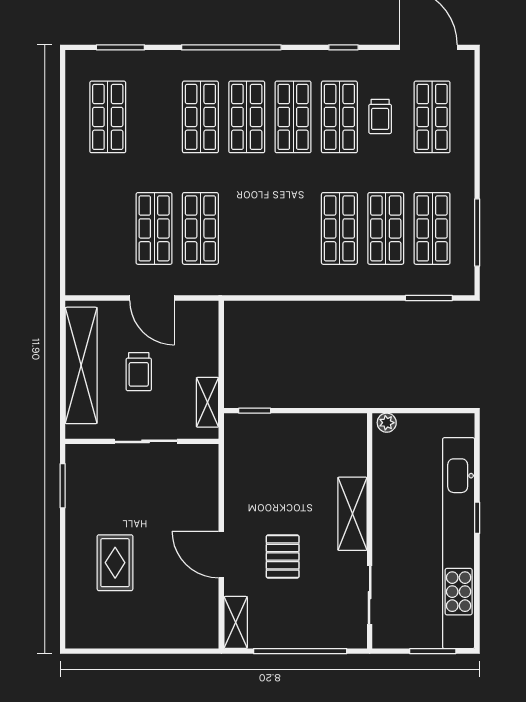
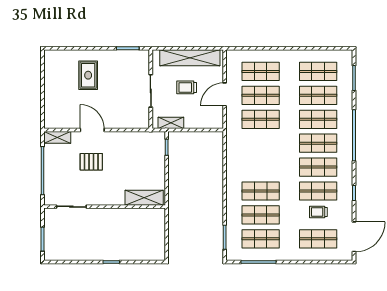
shop shelf: (154, 117) -> (318, 95), added
shop shelf: (108, 228) -> (261, 71), added
plant: (387, 423) -> (160, 215), removed
shelving: (352, 514) -> (144, 198), moved
kitchen unit: (459, 543) -> (98, 252), removed
door: (221, 555) -> (92, 130), hinge flipped
rug: (115, 563) -> (88, 75), turned 90

